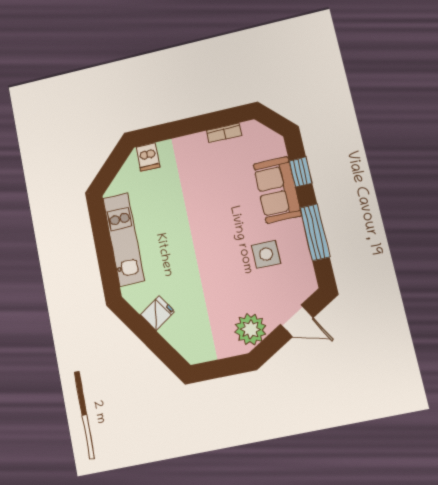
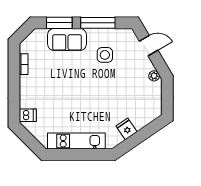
window: (301, 172) -> (59, 23), width x1.50
door: (297, 321) -> (149, 46), hinge flipped
plant: (251, 329) -> (154, 76), width x0.53, depth x0.53

